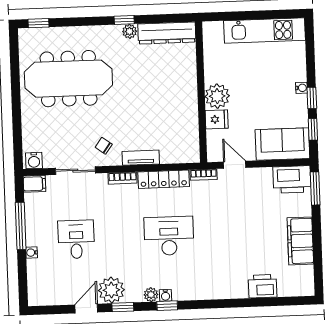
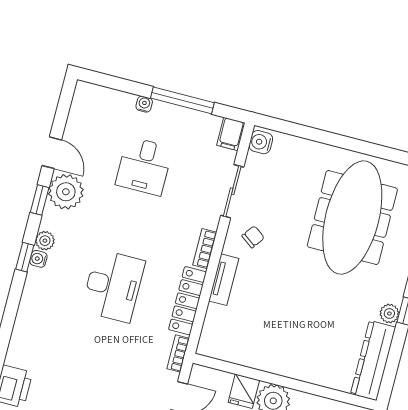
desk: (76, 239) -> (144, 166), turned 90

